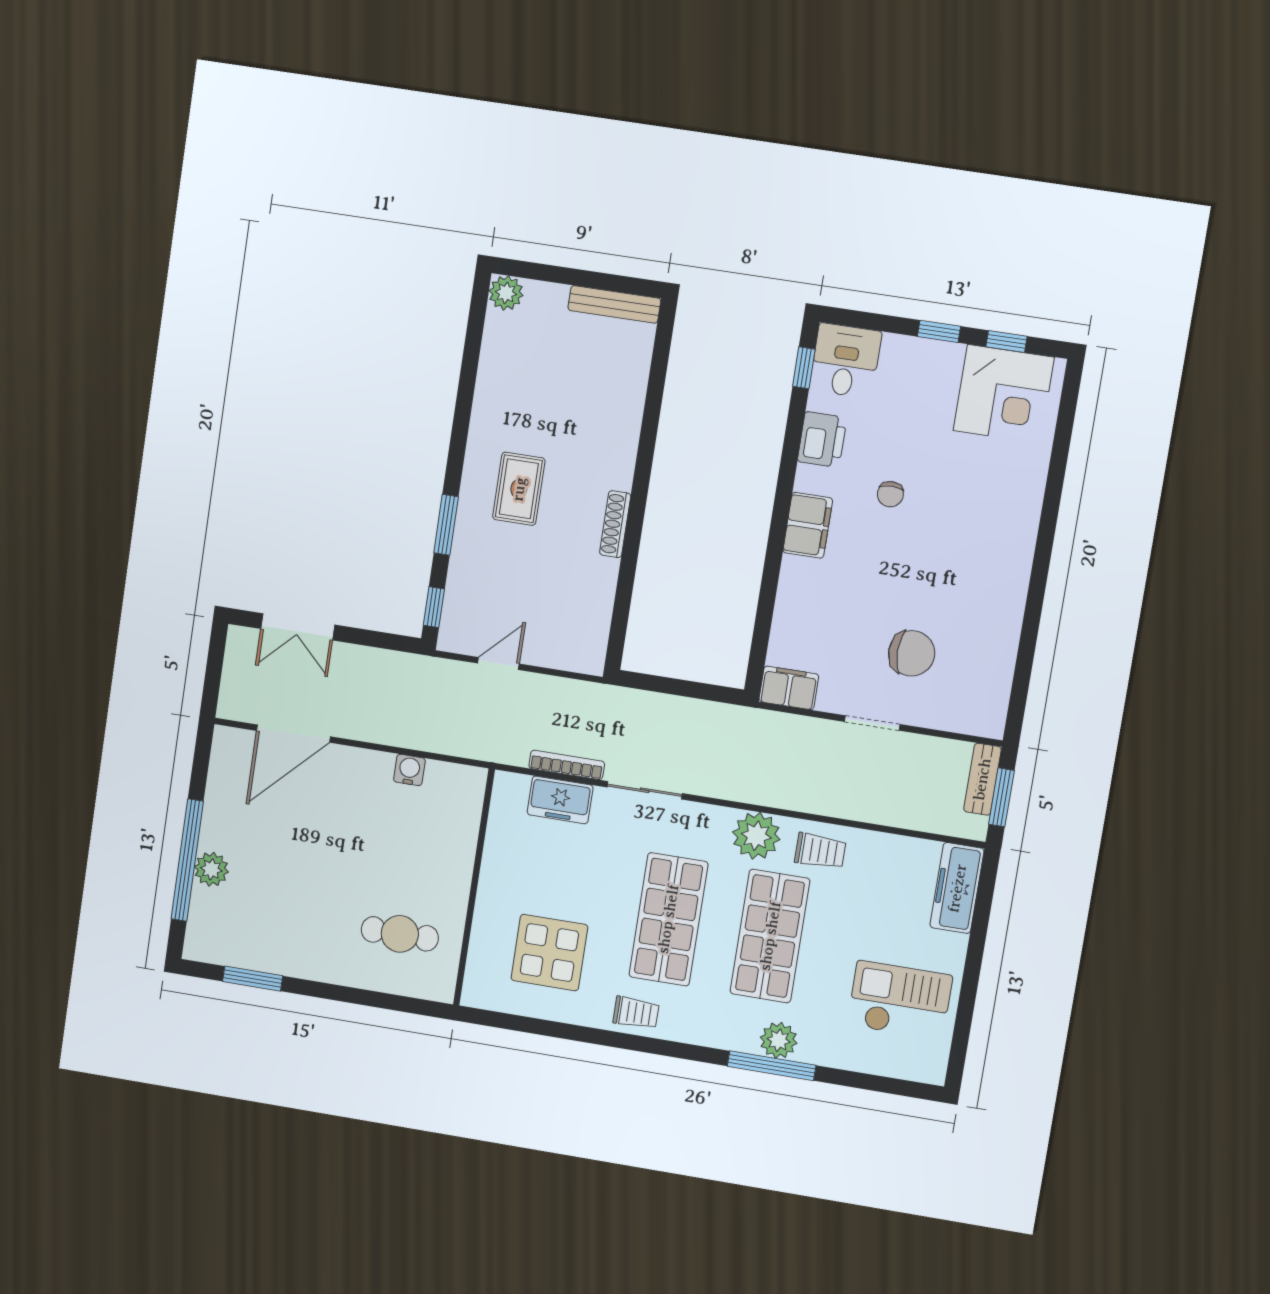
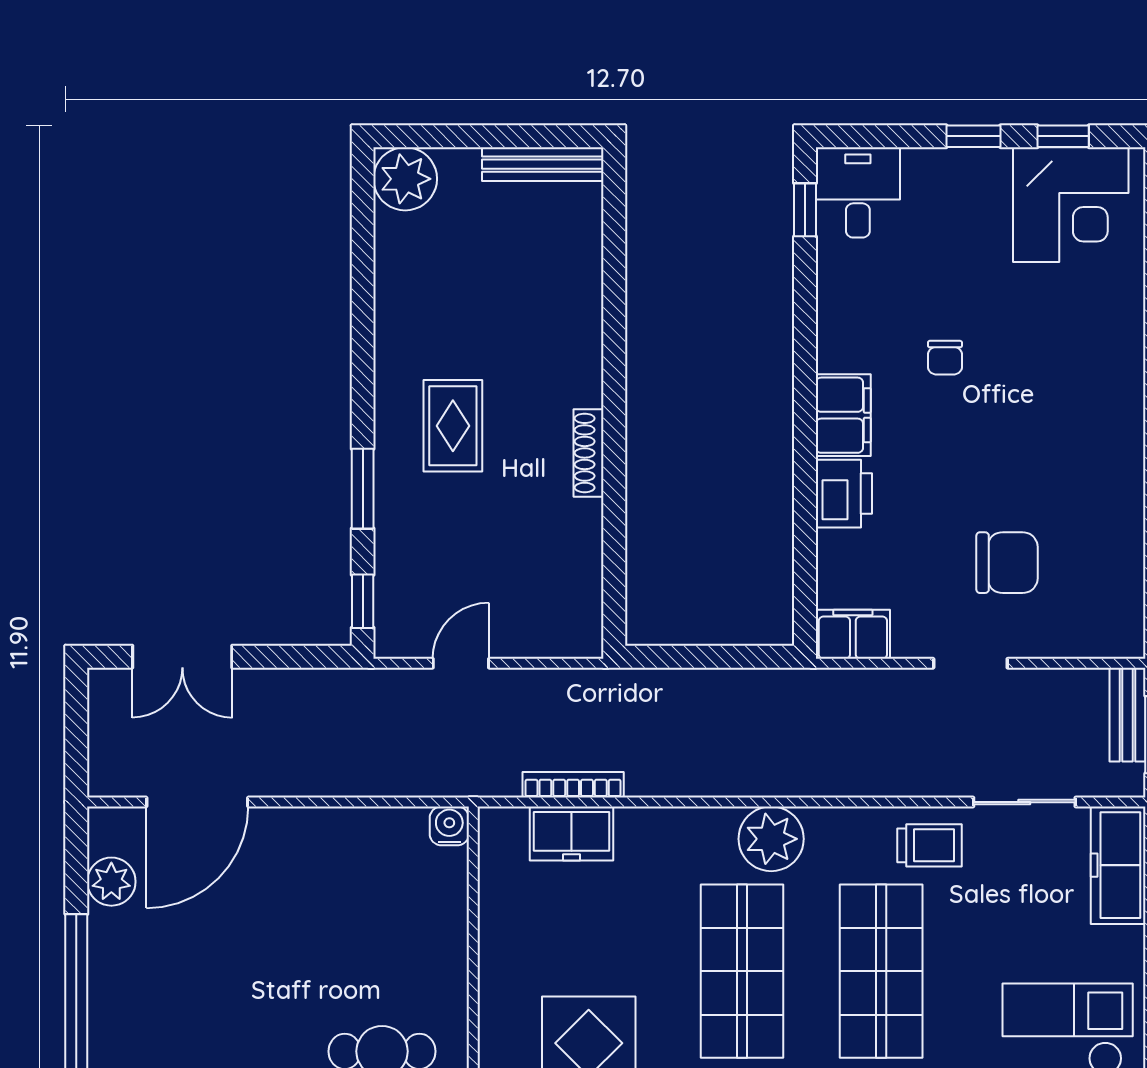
plant: (506, 293) -> (405, 179), width x1.36, depth x1.36
printer: (822, 440) -> (844, 494), moved
water cooler: (409, 770) -> (449, 826), moved
sliding door: (645, 790) -> (1024, 802), moved
plant: (756, 836) -> (771, 839), moved
plant: (211, 869) -> (111, 882), moved

